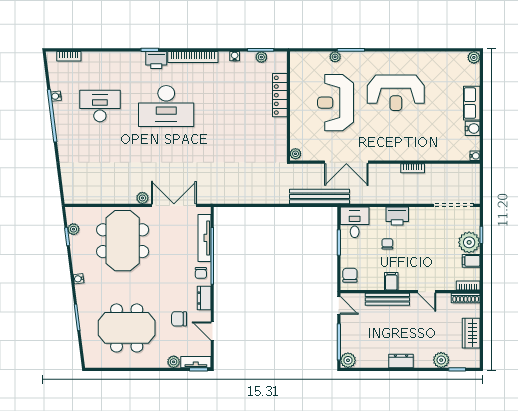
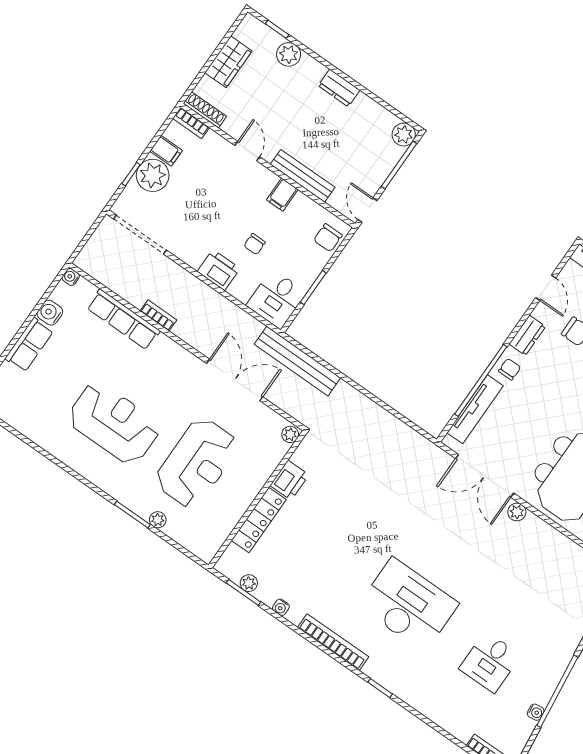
printer: (156, 60) -> (289, 480), moved, turned 90
desk: (100, 106) -> (490, 662), width x0.73
row of seats: (430, 153) -> (123, 319), added

